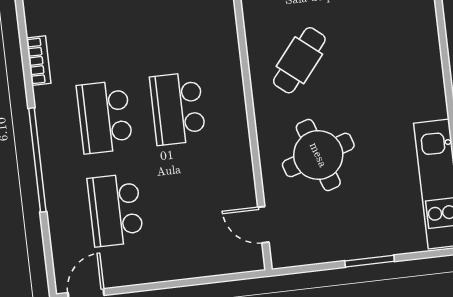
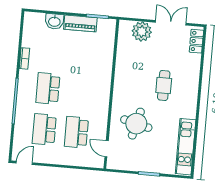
cafe table: (299, 60) -> (164, 85), moved, turned -39
school desk: (178, 109) -> (76, 132), moved
round table: (318, 155) -> (136, 124), turned 32

